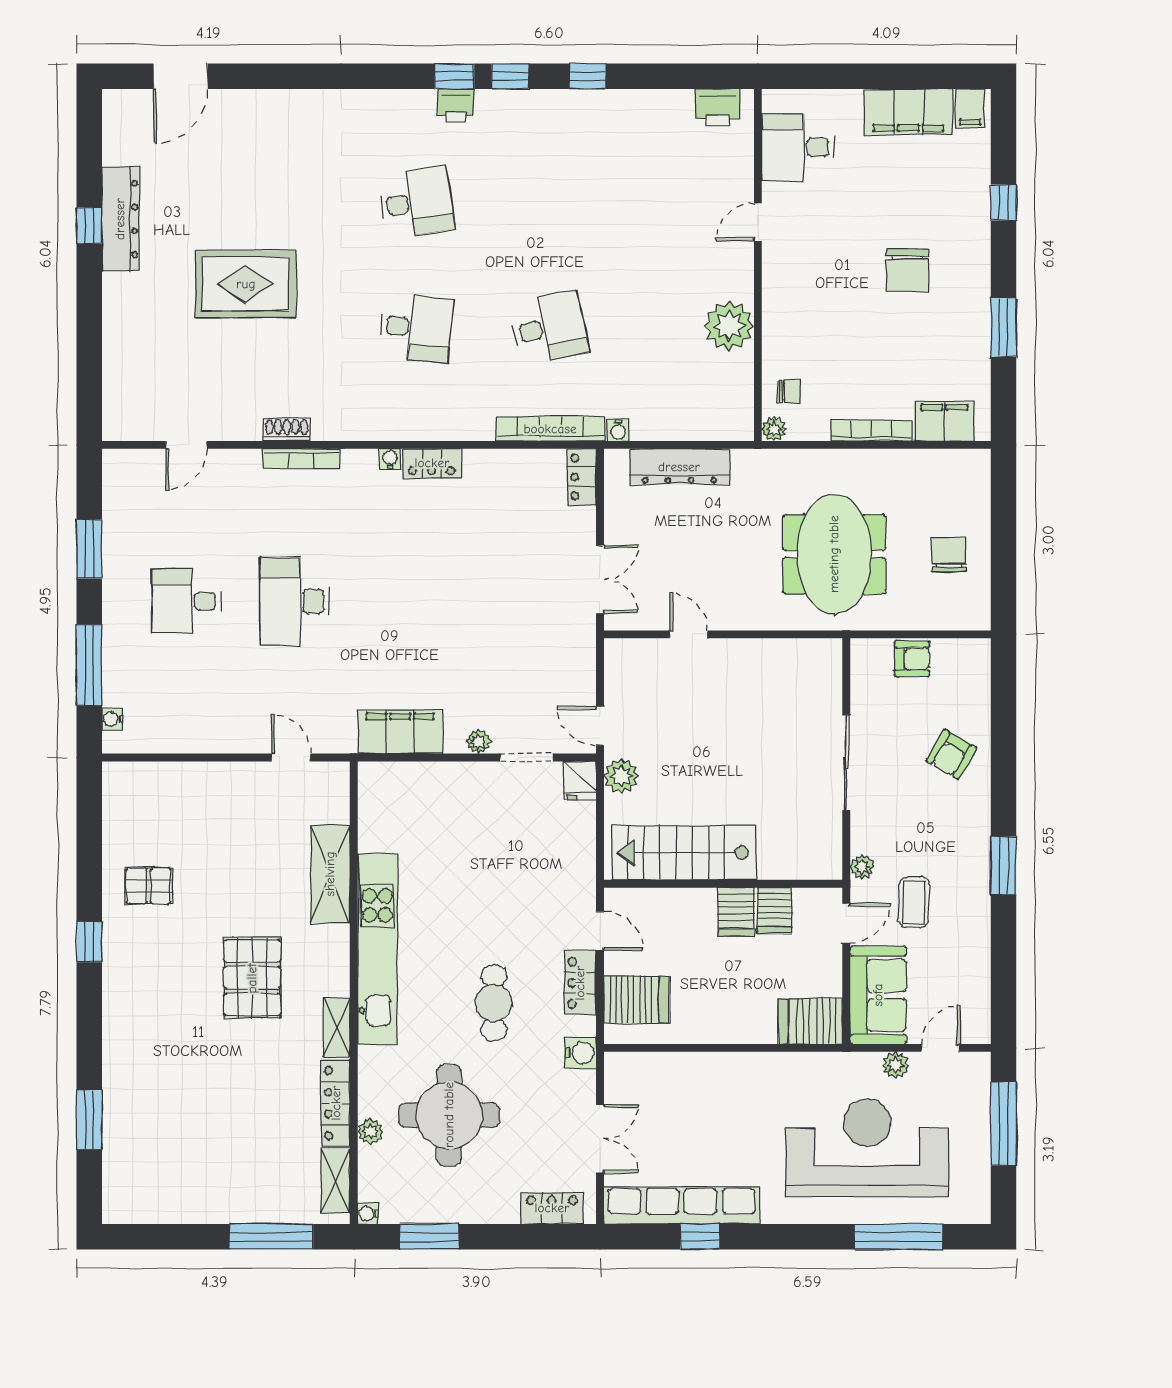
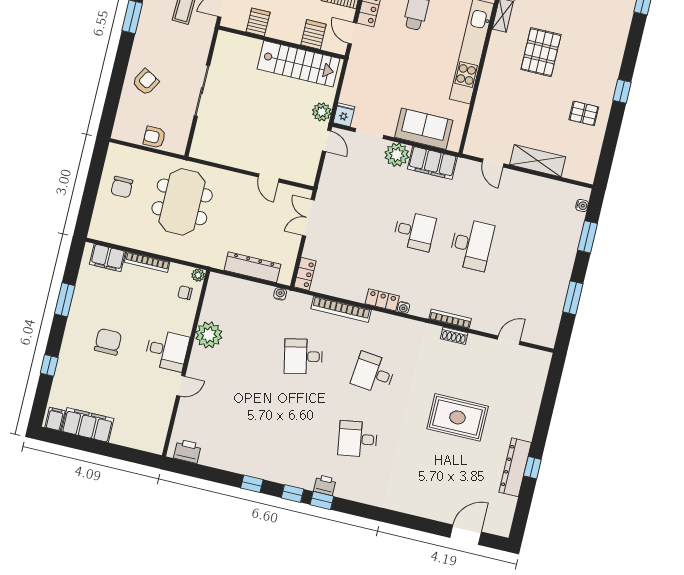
desk: (798, 147) -> (167, 350), moved
bookcase: (550, 429) -> (341, 309), moved
desk: (186, 601) -> (414, 231), moved
window: (89, 665) -> (587, 237), width x0.69
plant: (478, 742) -> (397, 155), width x1.87, depth x1.87
sofa: (430, 789) -> (424, 129), added
plant: (862, 867) -> (207, 34), removed
shelving: (330, 874) -> (538, 161), moved, turned 90
server rack: (736, 912) -> (313, 34), moved

